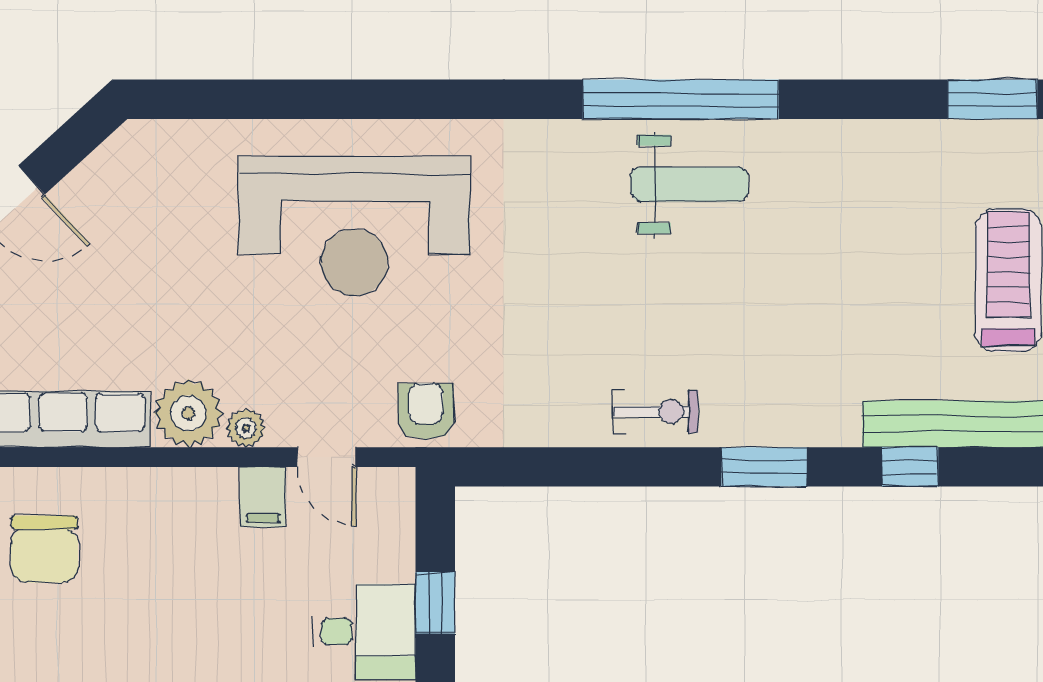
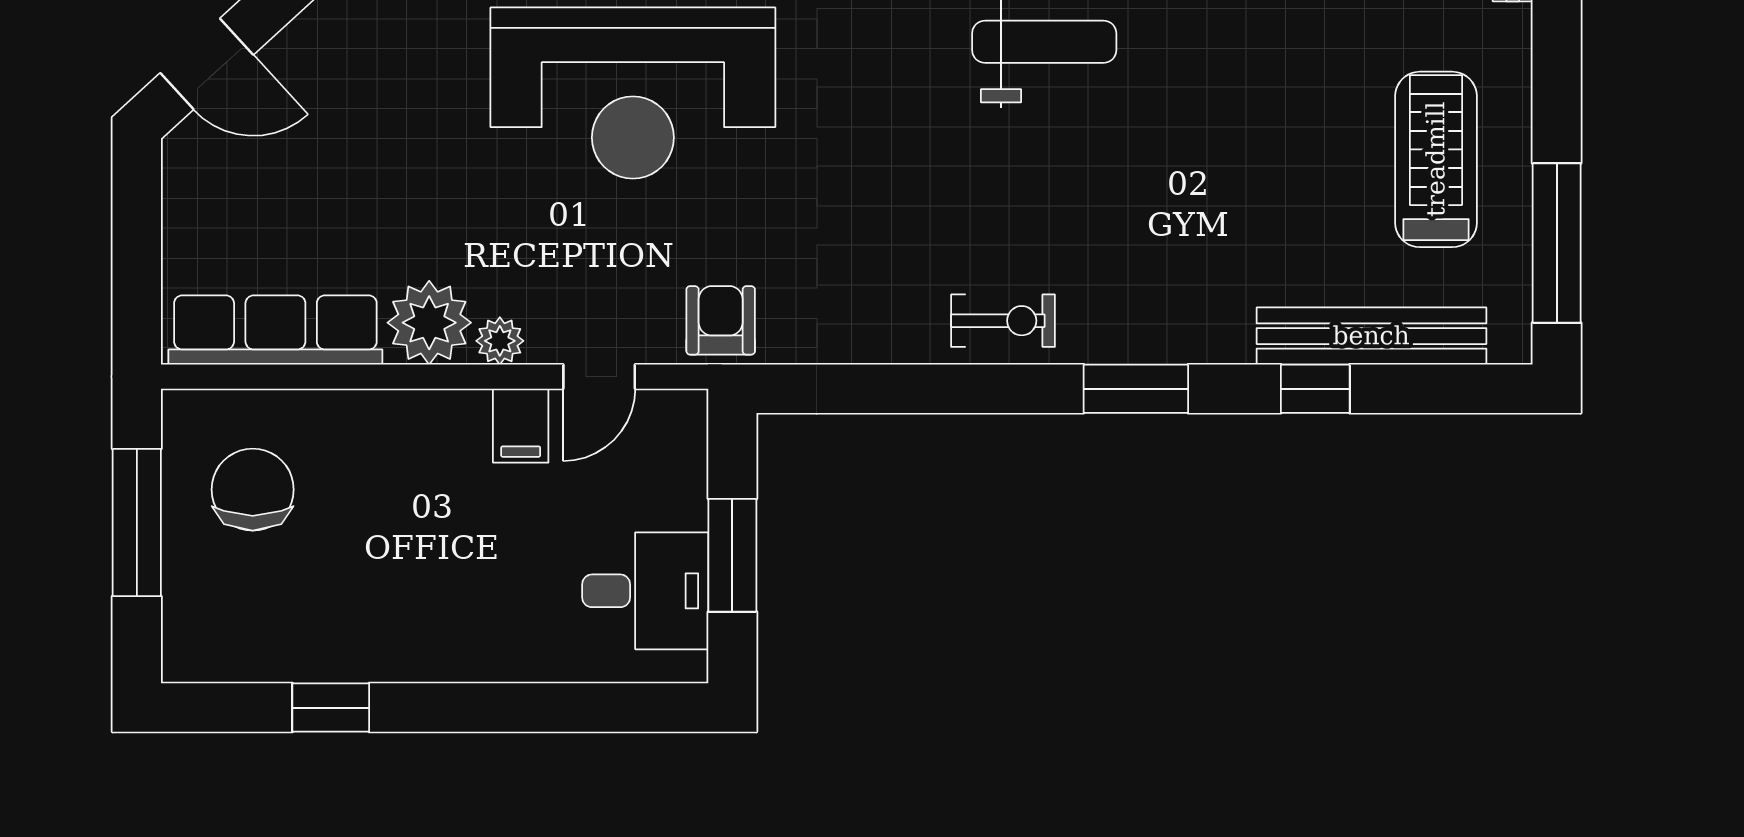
door: (327, 457) -> (599, 377), hinge flipped
chair: (45, 549) -> (253, 490), turned 180
window: (435, 603) -> (732, 555), width x1.50

